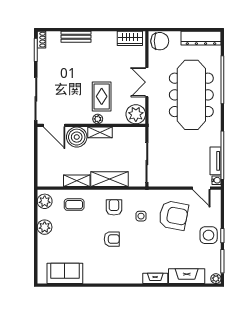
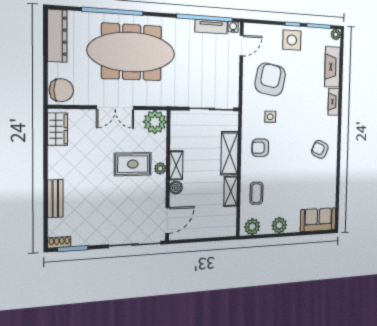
chair: (160, 41) -> (61, 90), turned 90
boiler: (77, 137) -> (176, 188), width x0.54, depth x0.54
armchair: (112, 239) -> (320, 149), moved, turned -66
sofa: (65, 273) -> (318, 220), moved, turned 90

